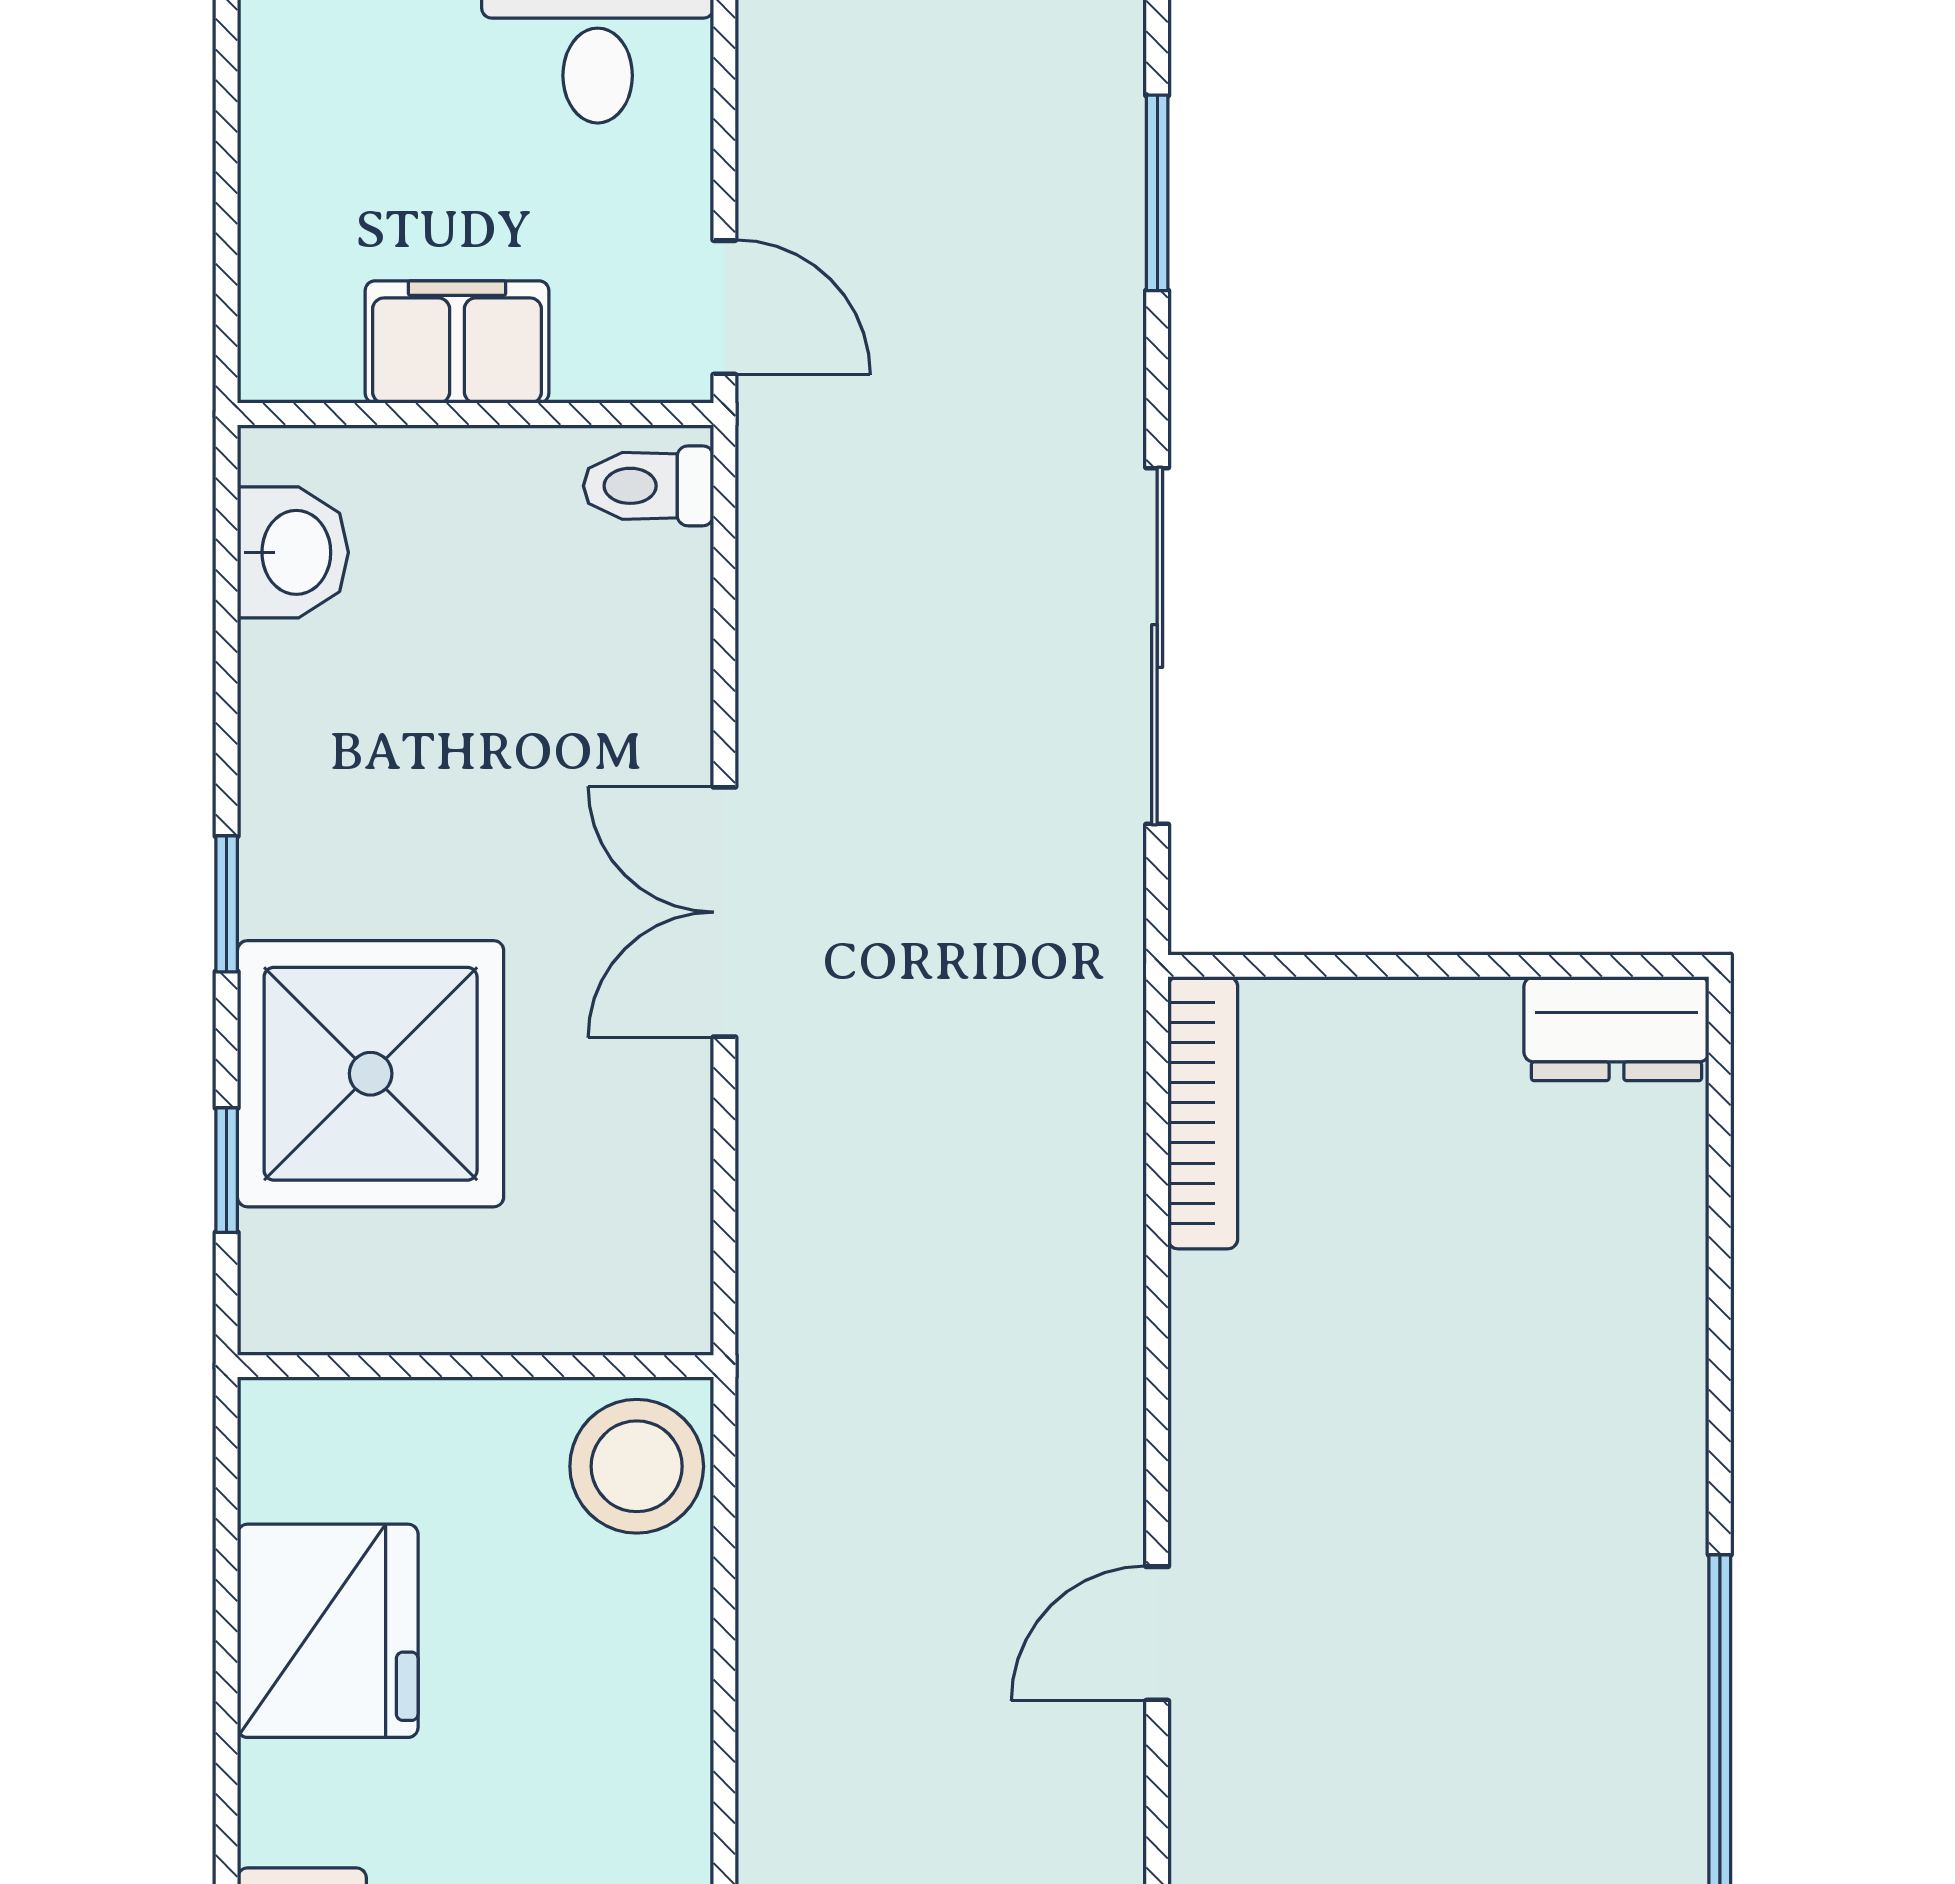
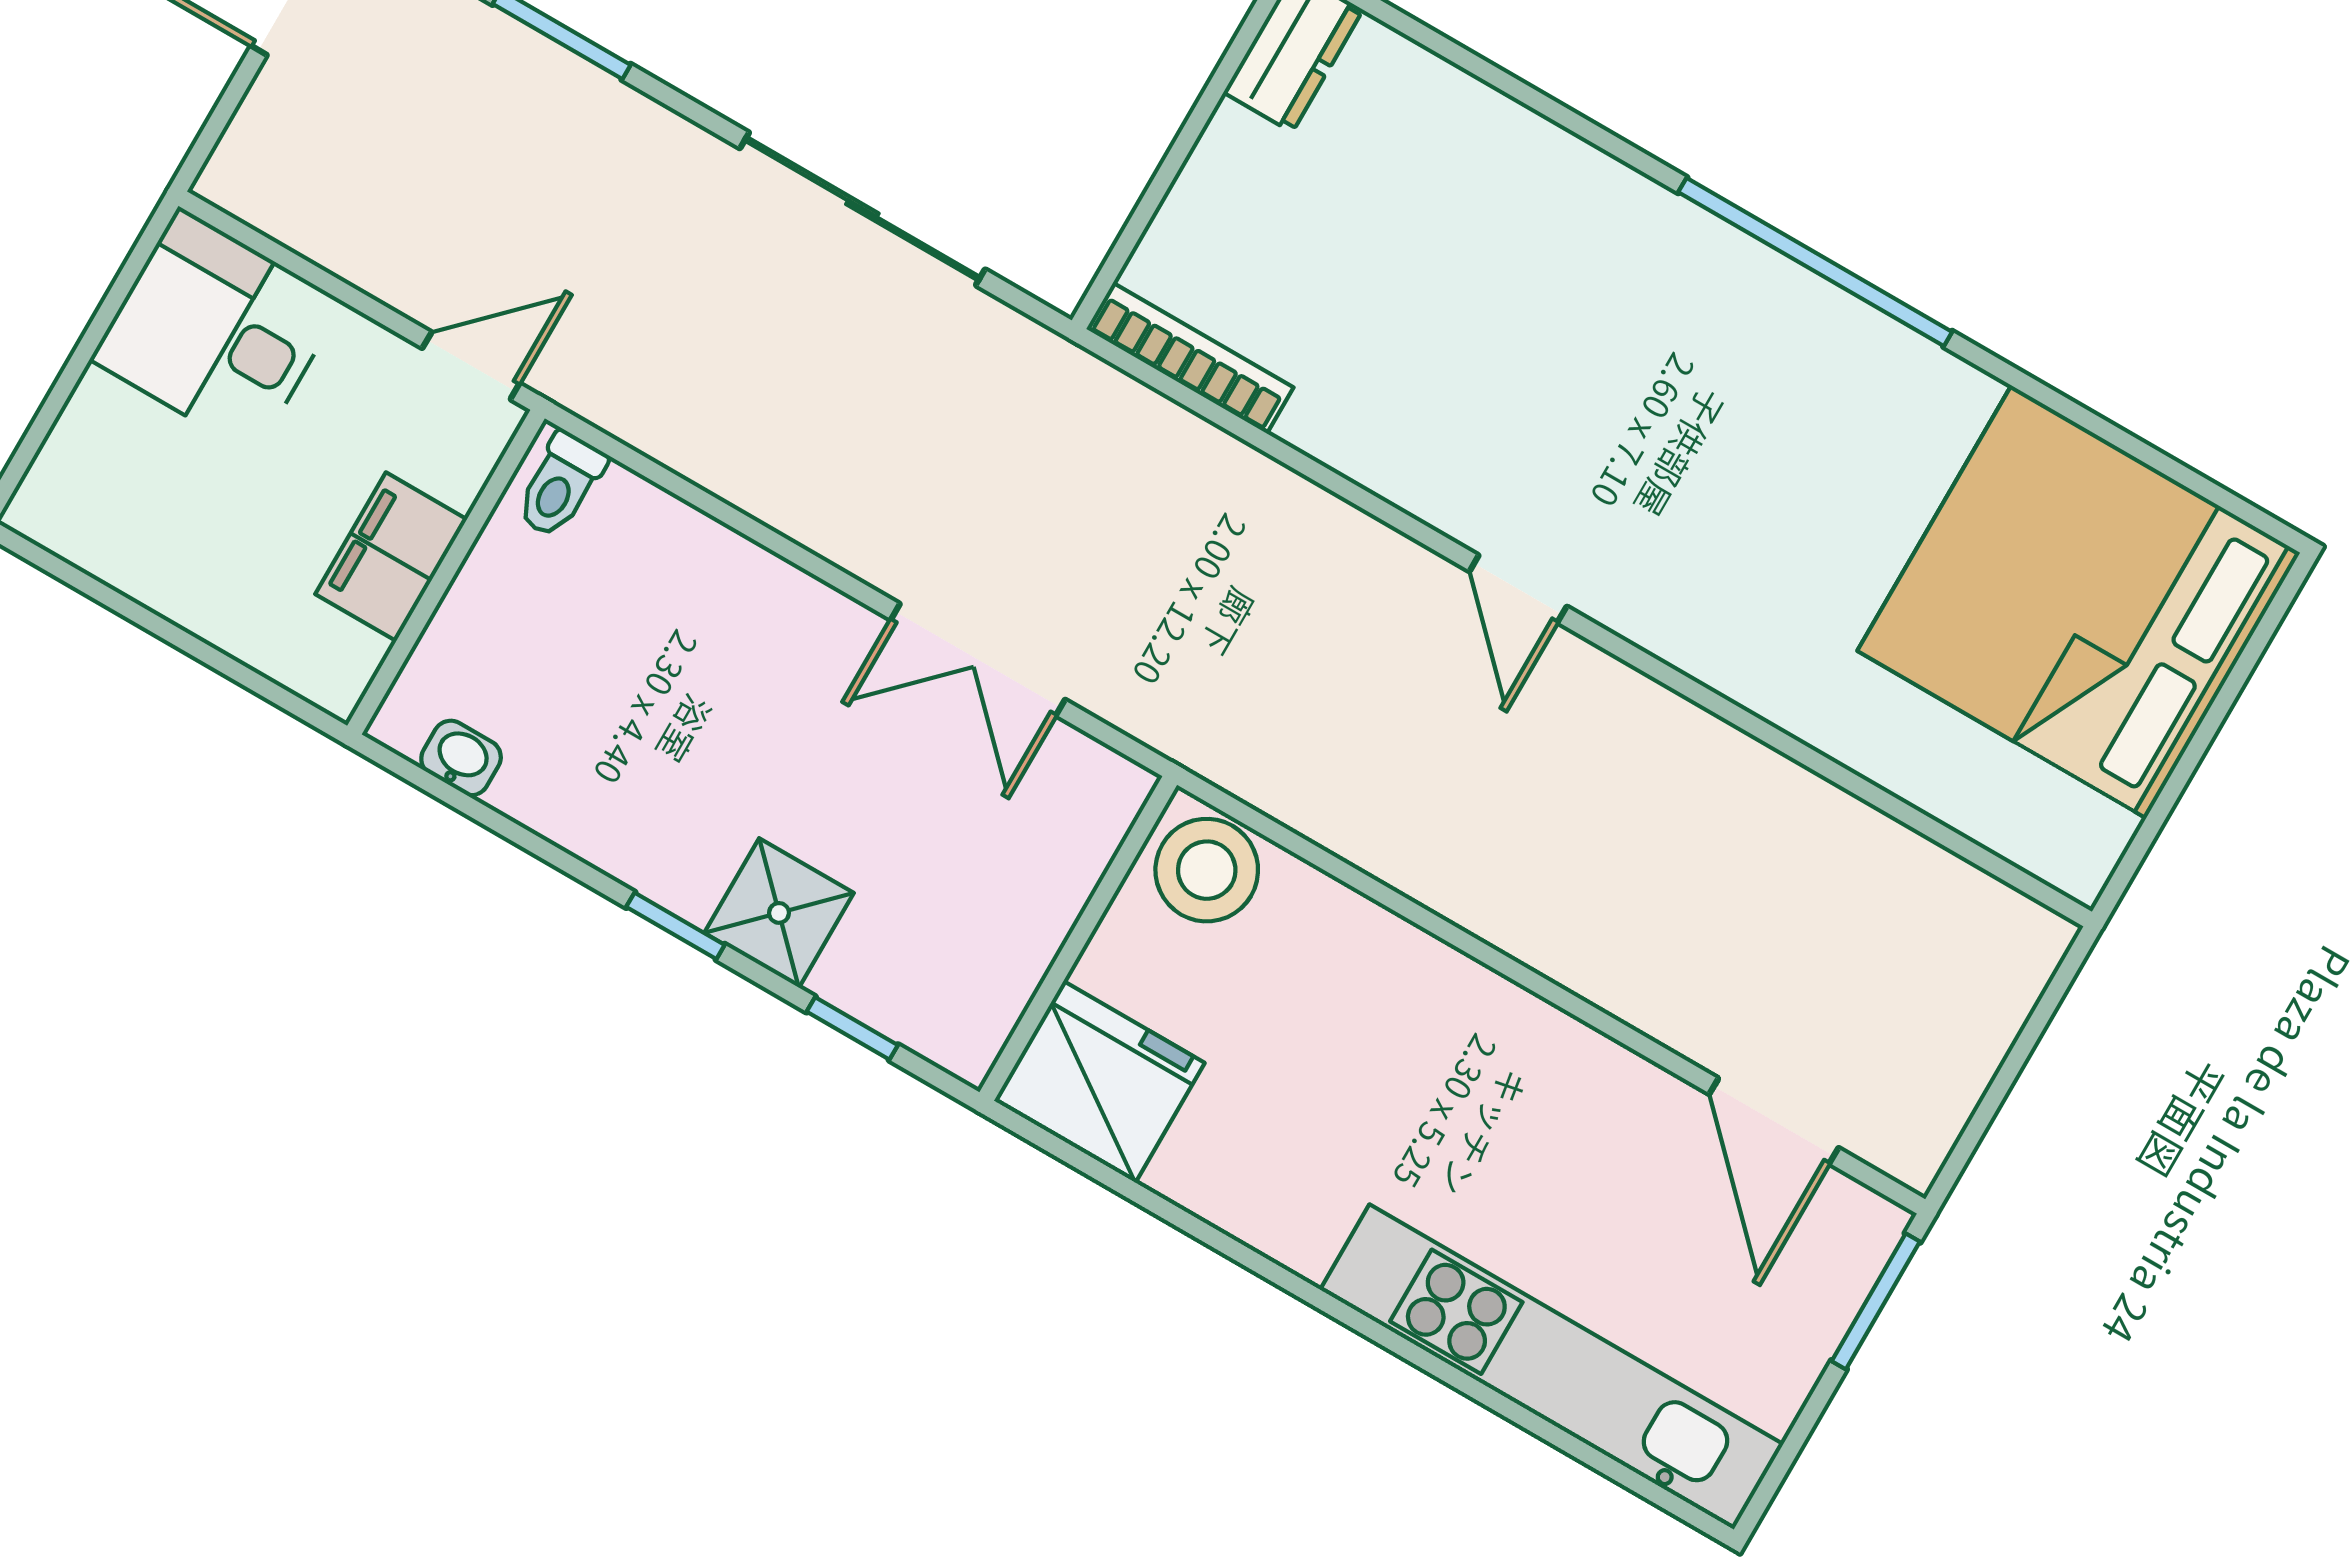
washbasin: (293, 552) -> (461, 758), width x0.72, depth x0.69
double door: (724, 912) -> (978, 660), moved
shower: (371, 1074) -> (779, 913), width x0.54, depth x0.54
fridge: (328, 1631) -> (1099, 1082), moved

